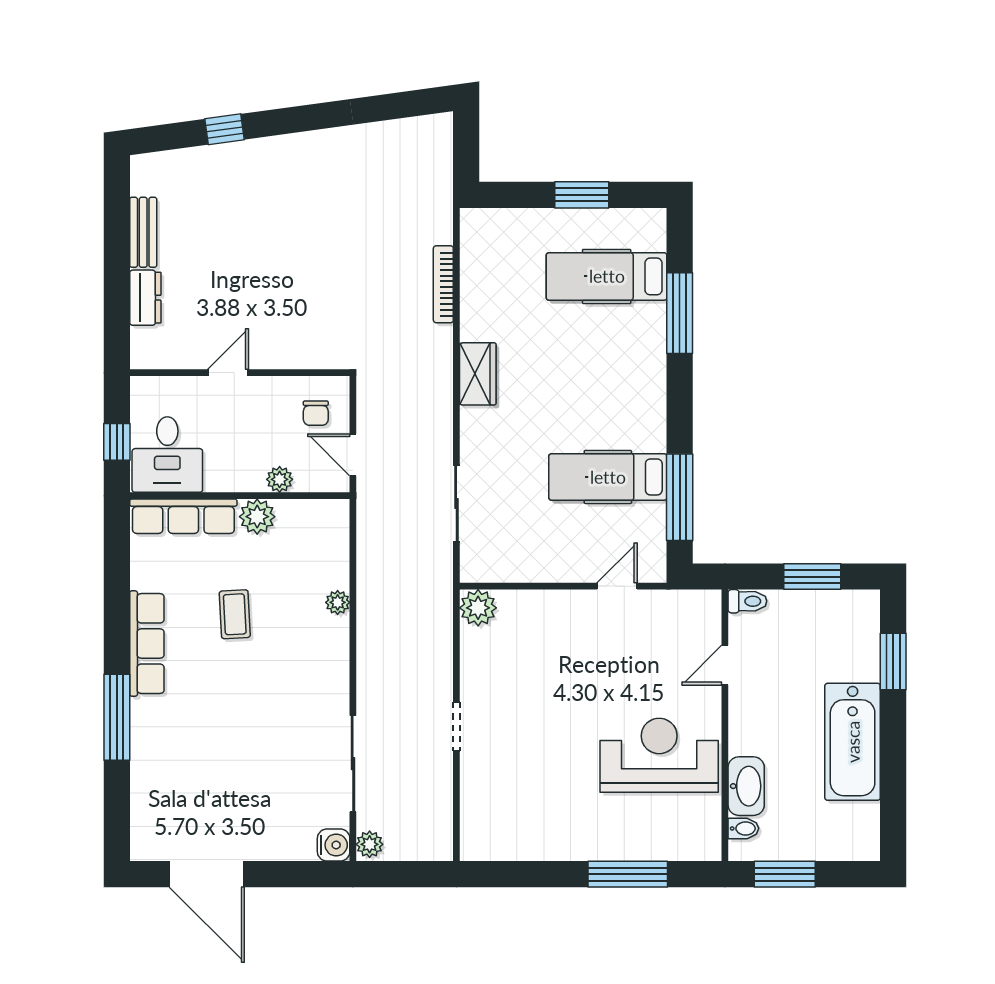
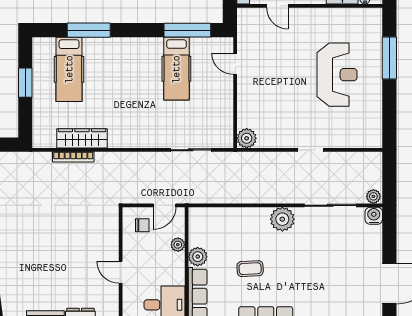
wardrobe: (478, 374) -> (82, 138), moved, width x1.50
plant: (338, 602) -> (282, 219), moved, width x1.88, depth x1.88
reception desk: (659, 755) -> (337, 75), moved, turned 180

